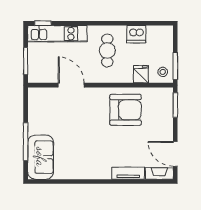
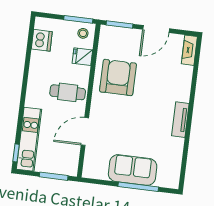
dishwasher: (136, 34) -> (42, 40), moved
cafe table: (107, 51) -> (68, 92), moved
door: (175, 154) -> (156, 29), moved
sofa: (41, 157) -> (133, 170), moved
tv unit: (128, 173) -> (180, 120), moved

